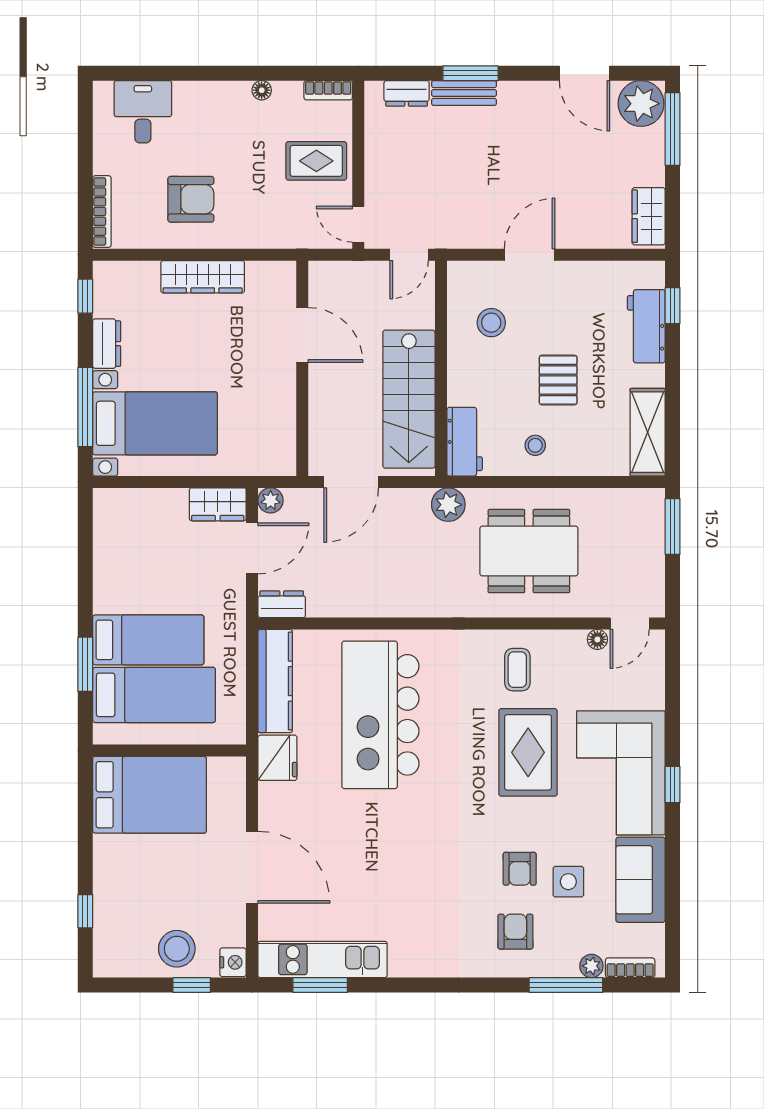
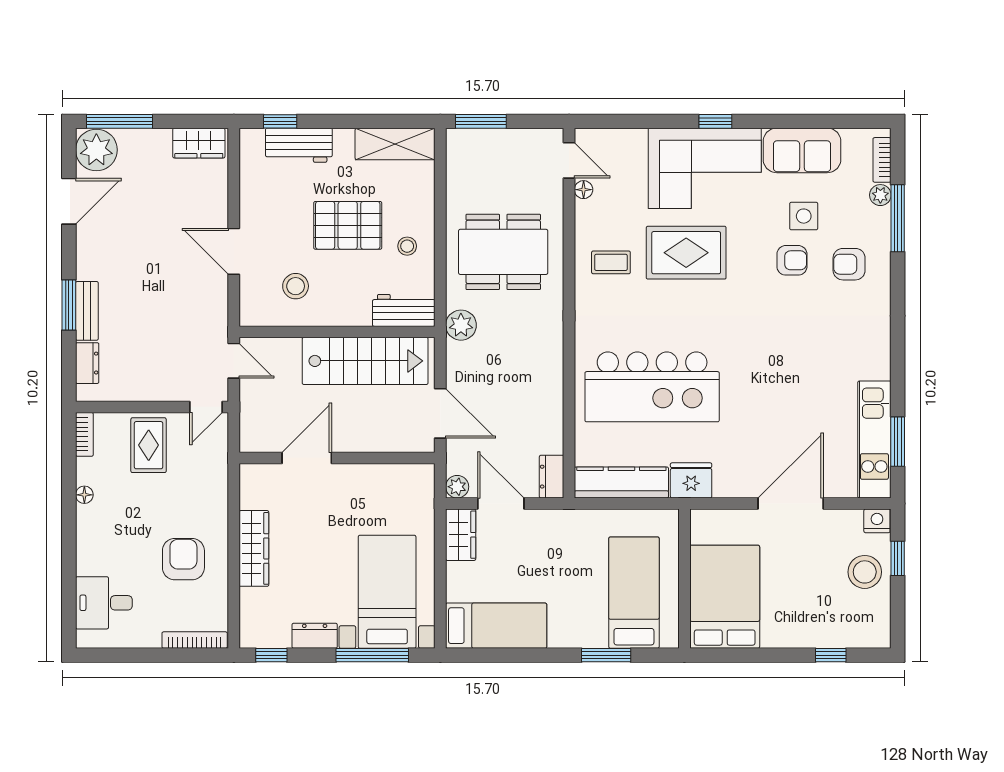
pallet: (558, 380) -> (348, 225), width x1.50, depth x1.42
dining table: (529, 551) -> (503, 252), turned 90
bed: (148, 640) -> (496, 626), moved, turned 90

